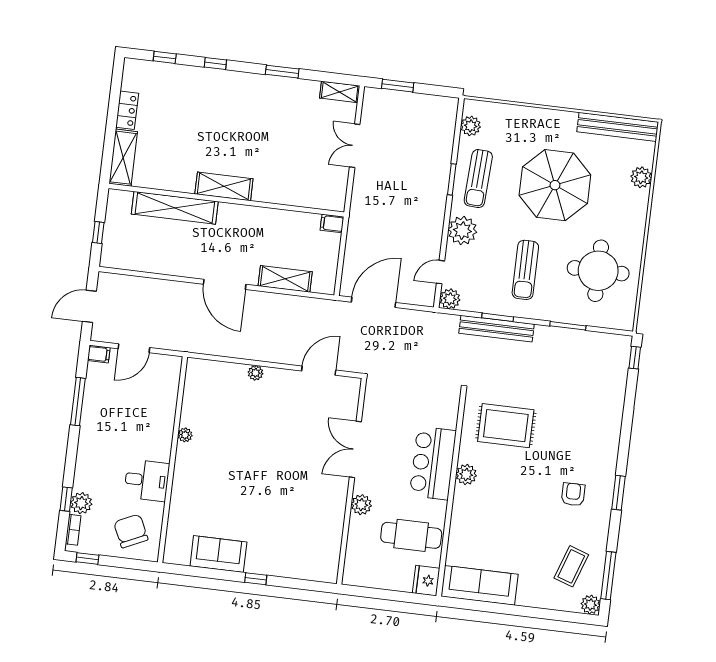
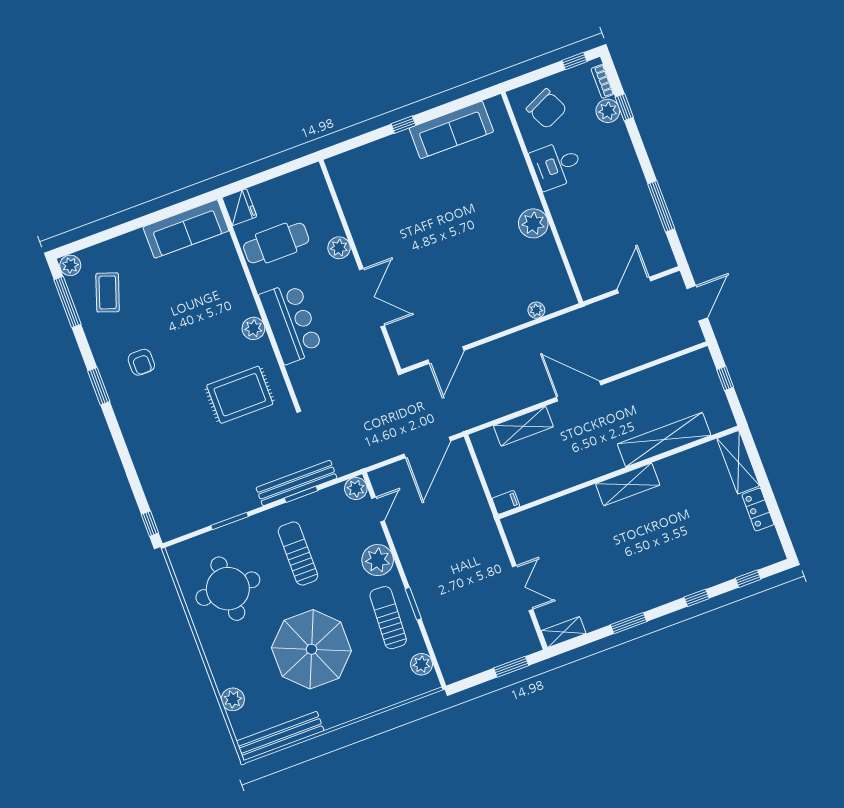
filing cabinet: (99, 354) -> (665, 262), removed
plant: (255, 373) -> (536, 310), moved
plant: (185, 435) -> (533, 223), width x1.88, depth x1.88
sofa: (218, 554) -> (451, 130), width x1.36

